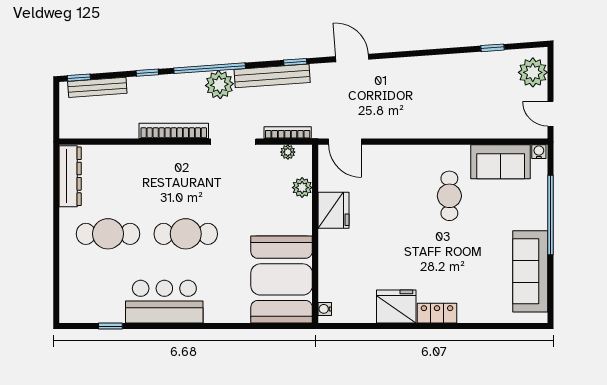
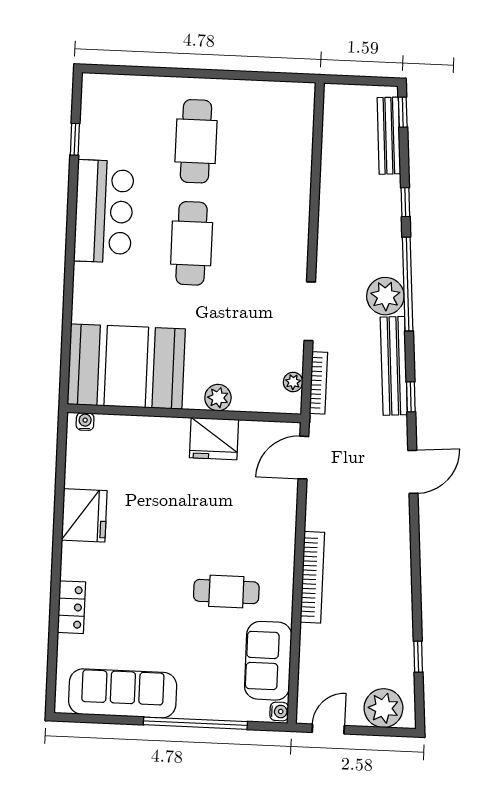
bookcase: (174, 131) -> (312, 577), moved
dresser: (70, 176) -> (274, 95), removed
plant: (302, 188) -> (218, 398), moved
locker: (437, 313) -> (71, 607), moved

